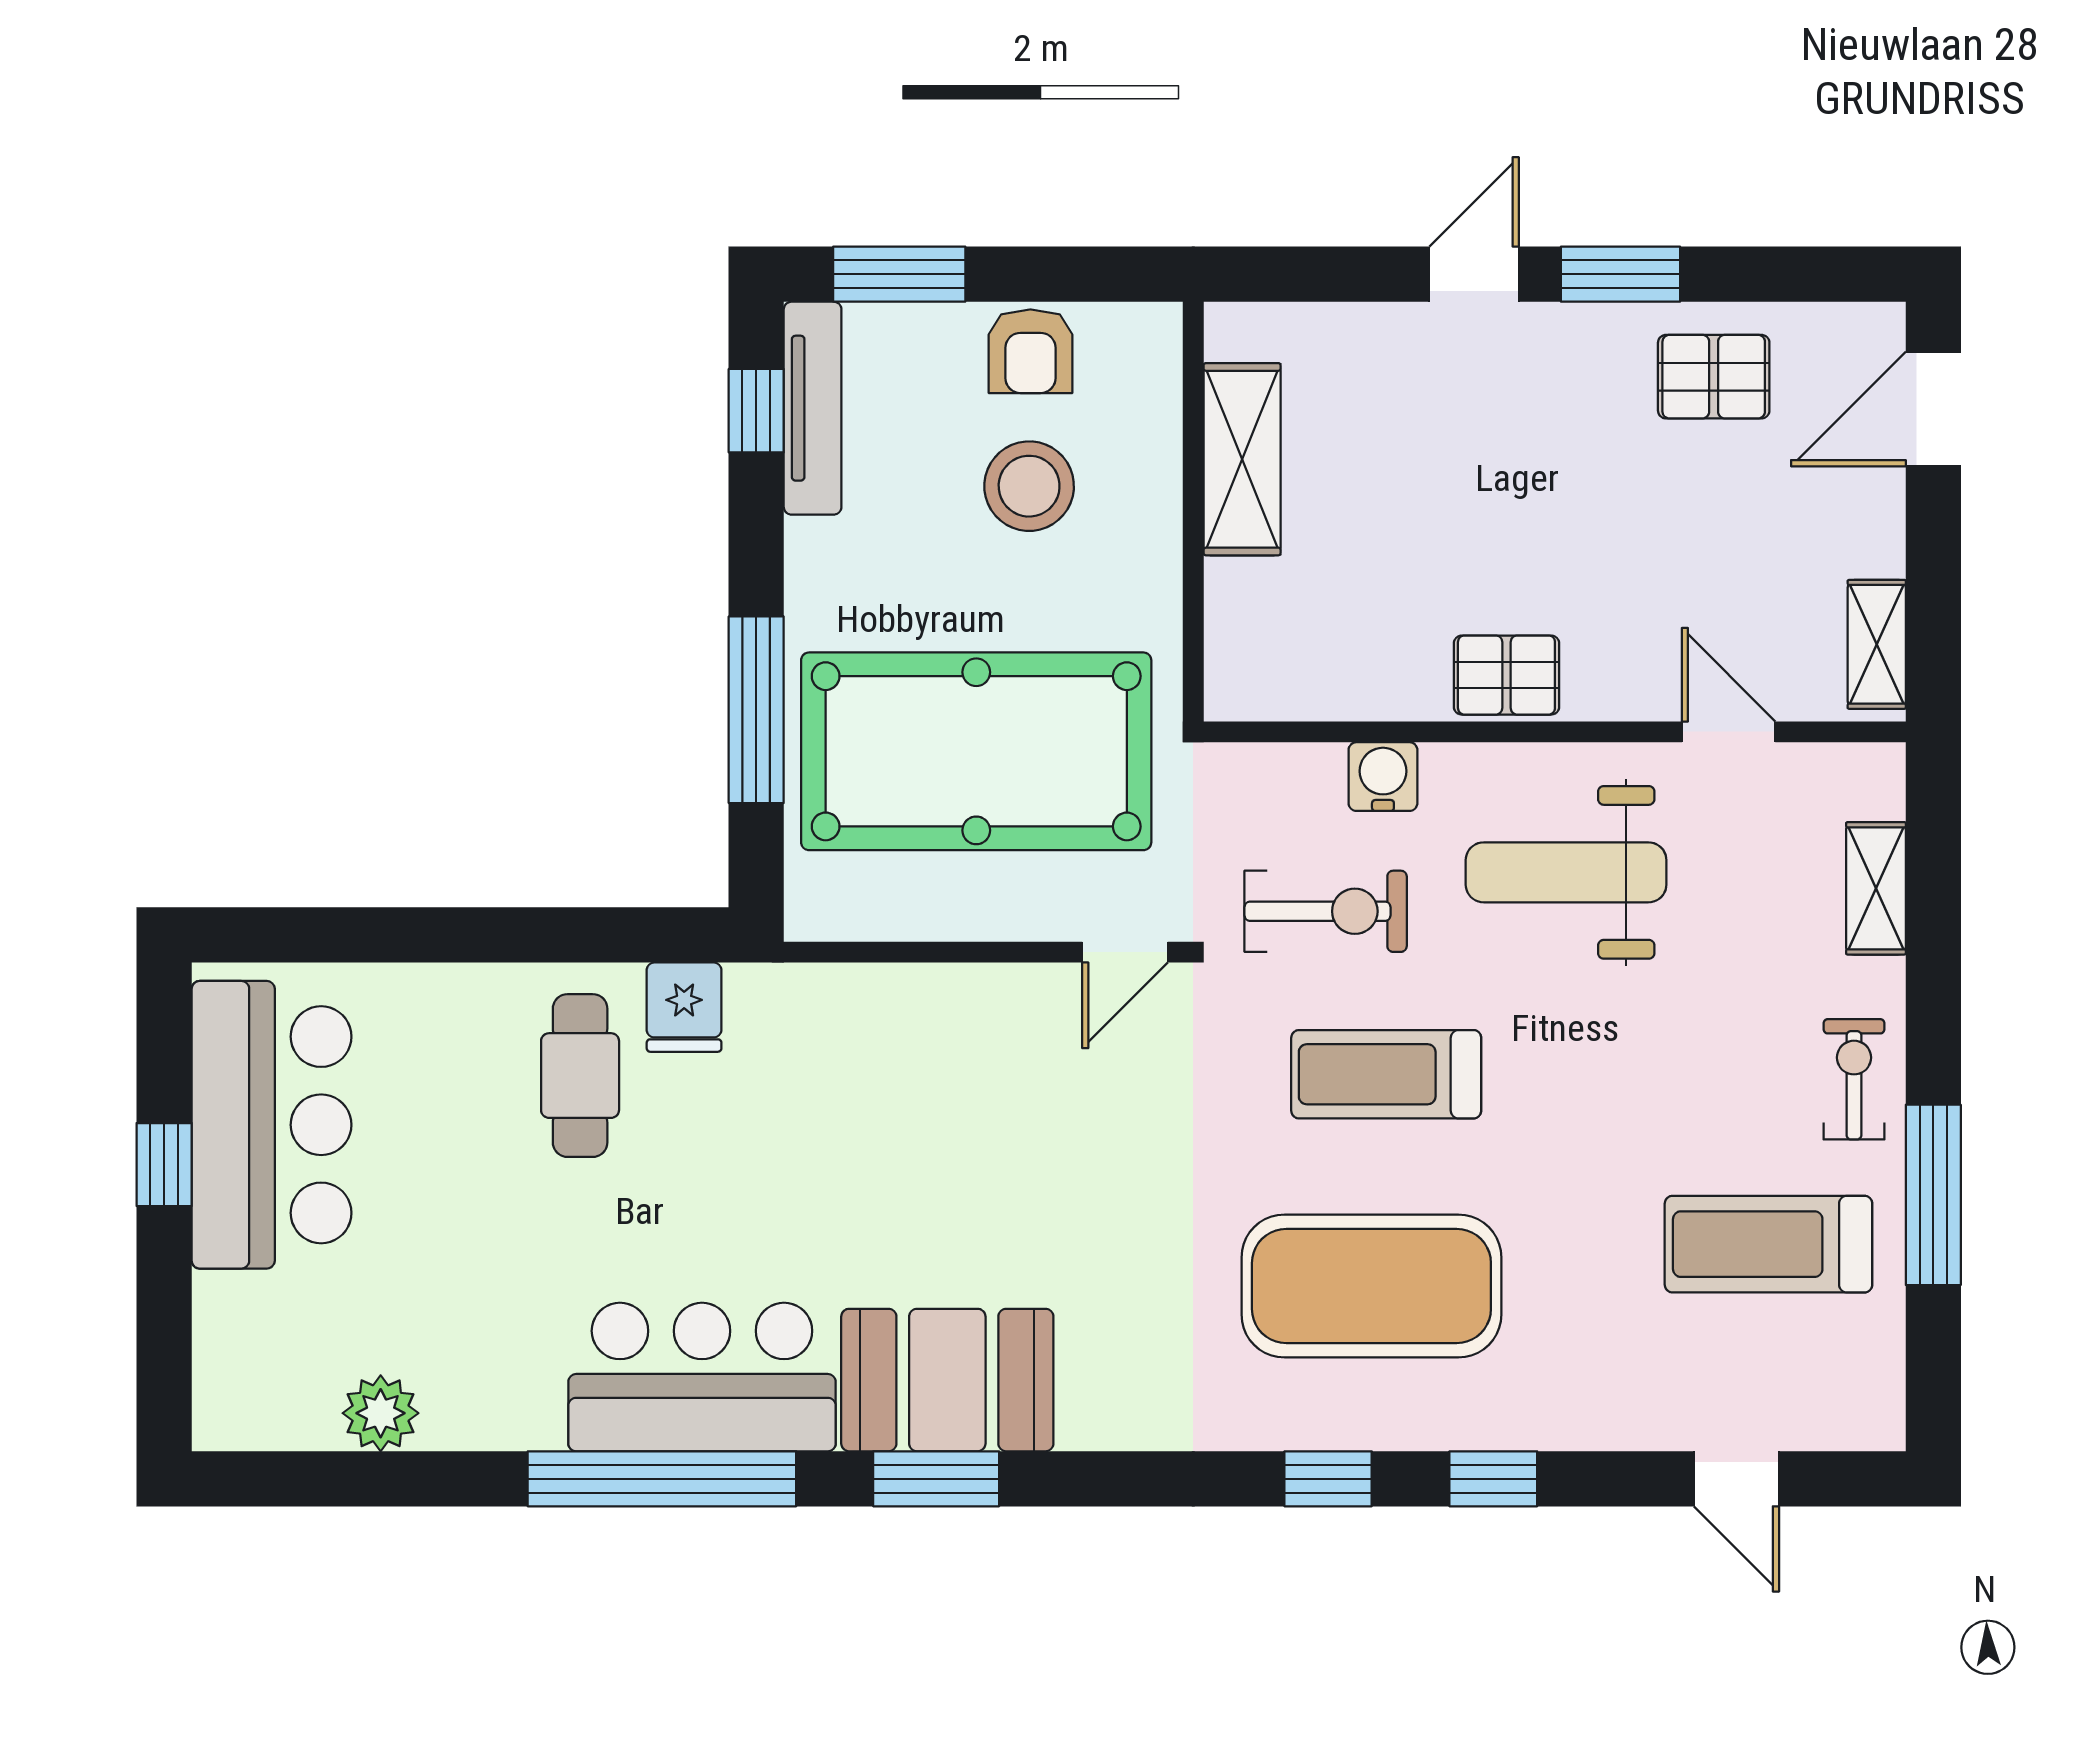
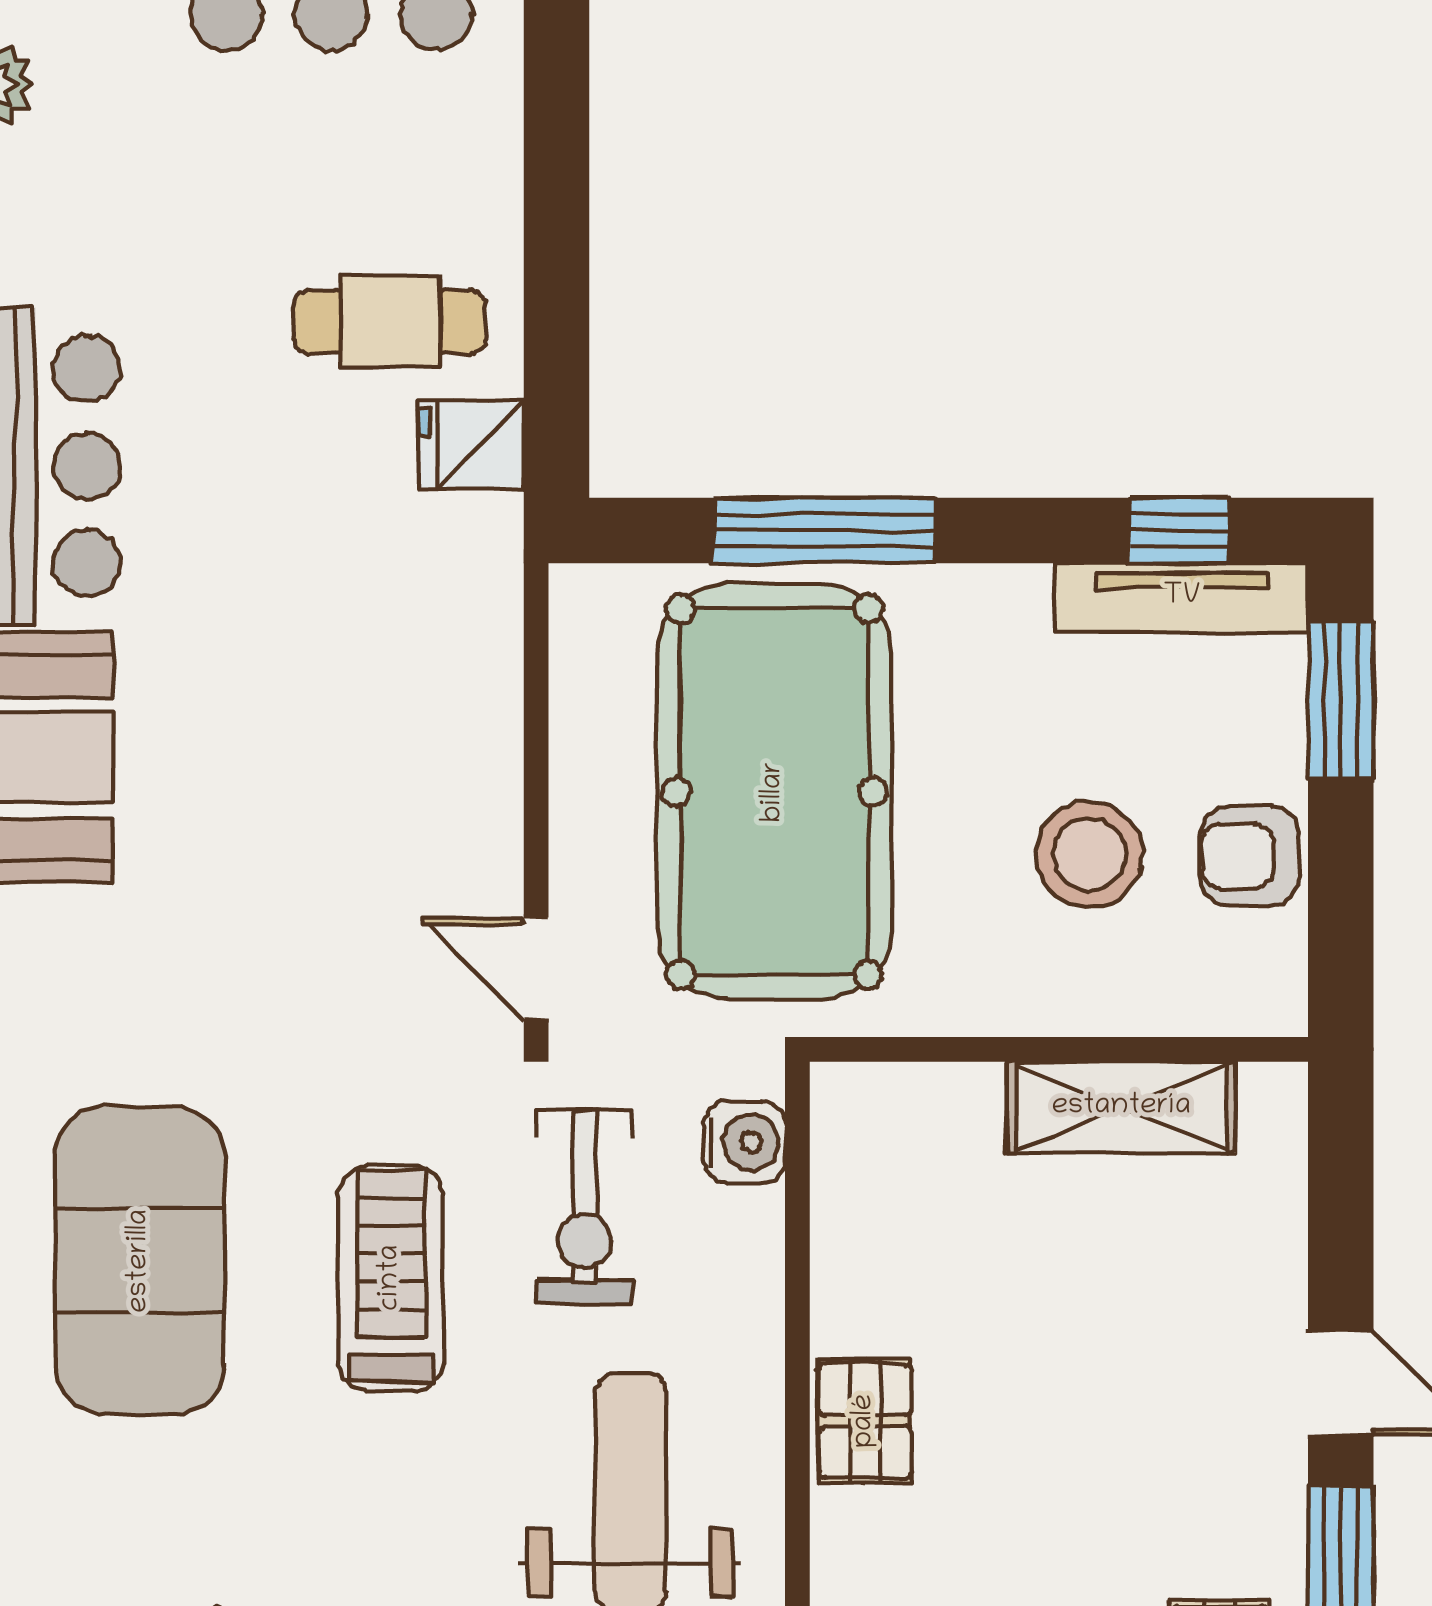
water cooler: (1383, 777) -> (744, 1142), moved

